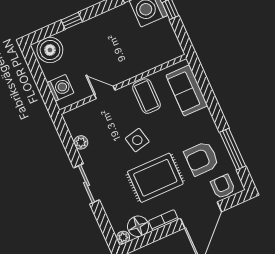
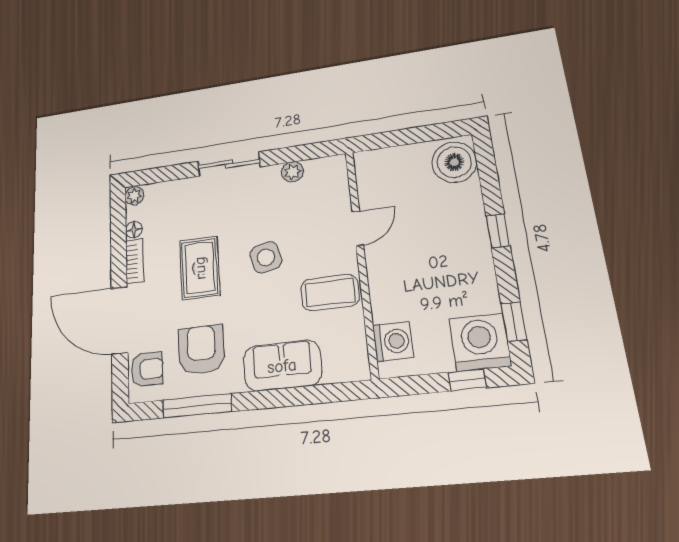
window: (72, 21) -> (498, 231), moved
washing machine: (60, 88) -> (393, 341), moved, turned -90
sofa: (187, 90) -> (282, 366), moved
rug: (155, 178) -> (200, 268), width x0.73, depth x0.70
floor lamp: (138, 226) -> (134, 230), width x0.53, depth x0.53

